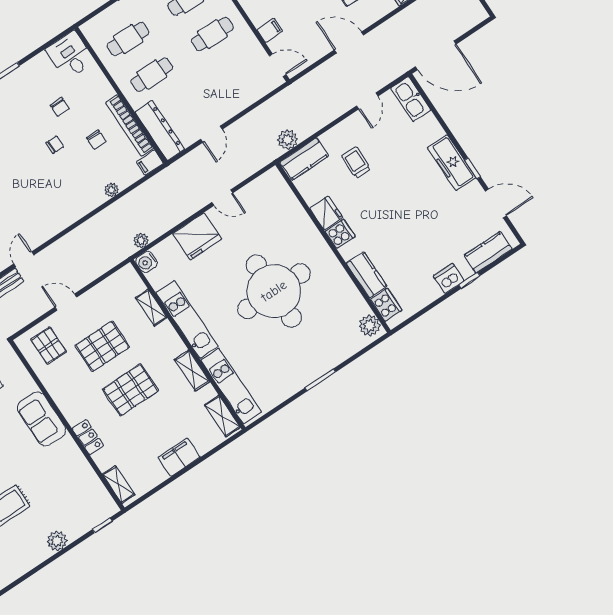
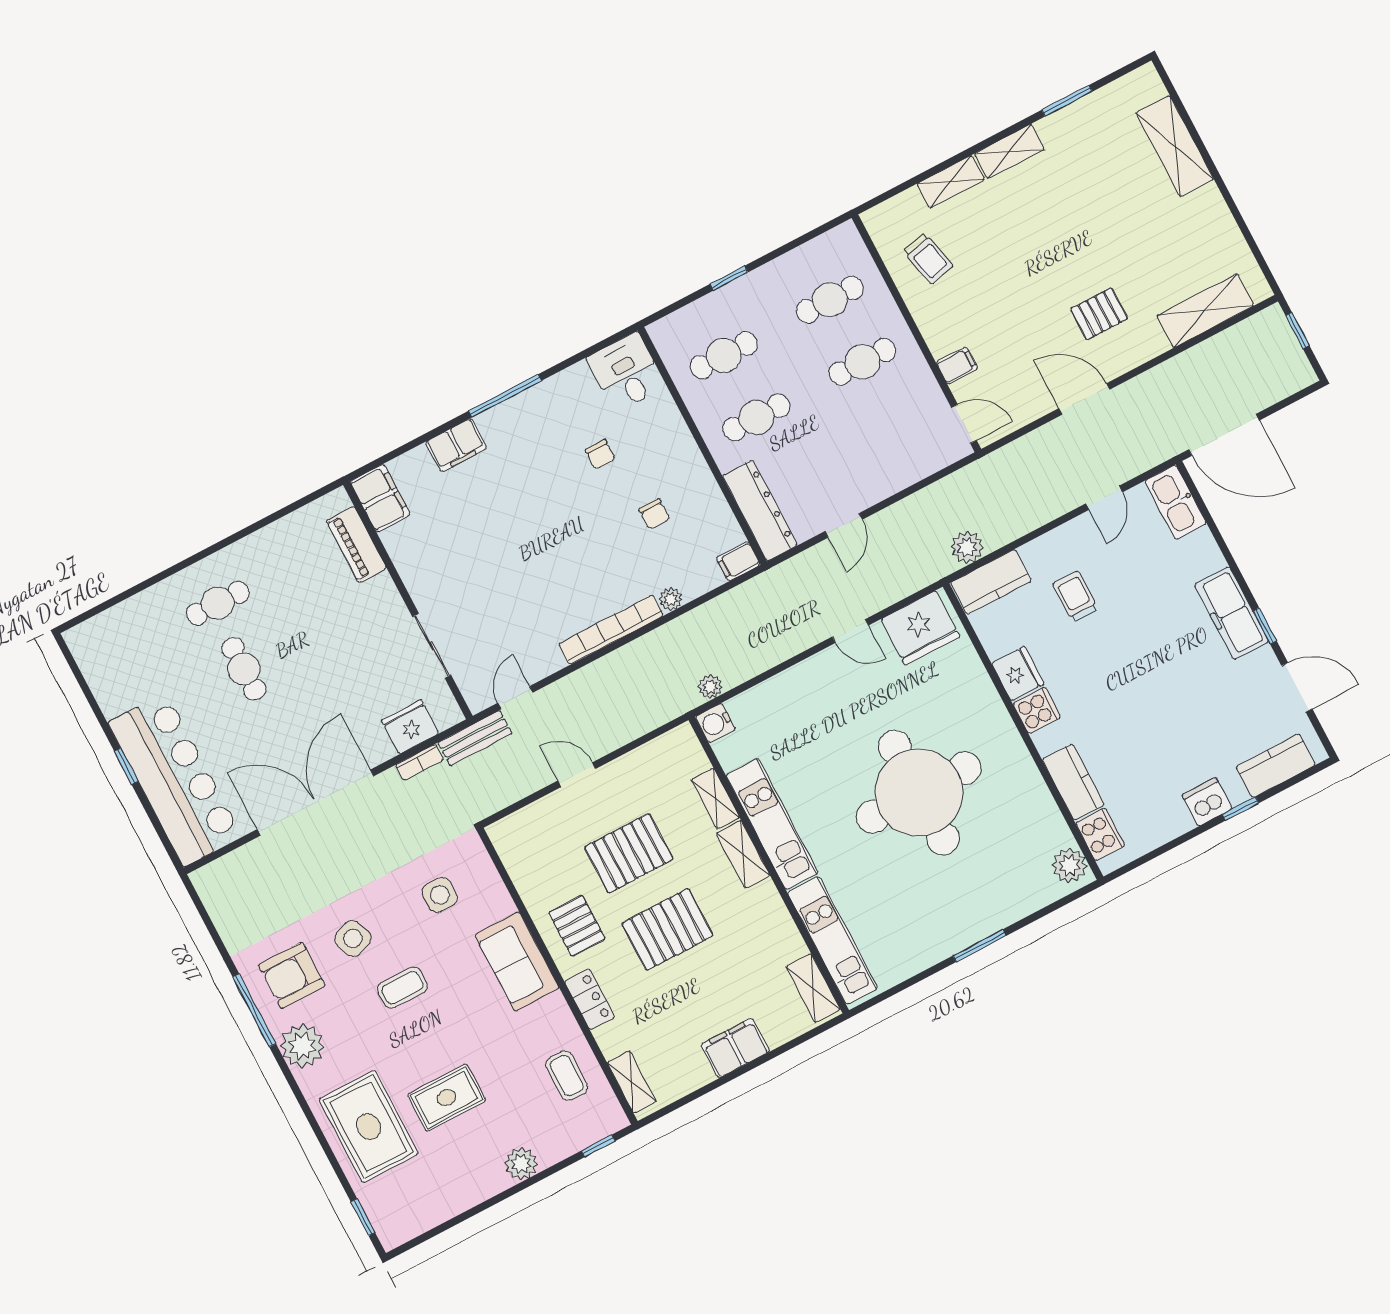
bookcase: (130, 125) -> (611, 630), moved, turned 90
chair: (55, 145) -> (586, 516), removed
fridge: (197, 236) -> (921, 628), moved
pallet: (49, 346) -> (577, 926), moved
shelving: (192, 370) -> (743, 854), moved
coffee table: (79, 485) -> (567, 1076), added

